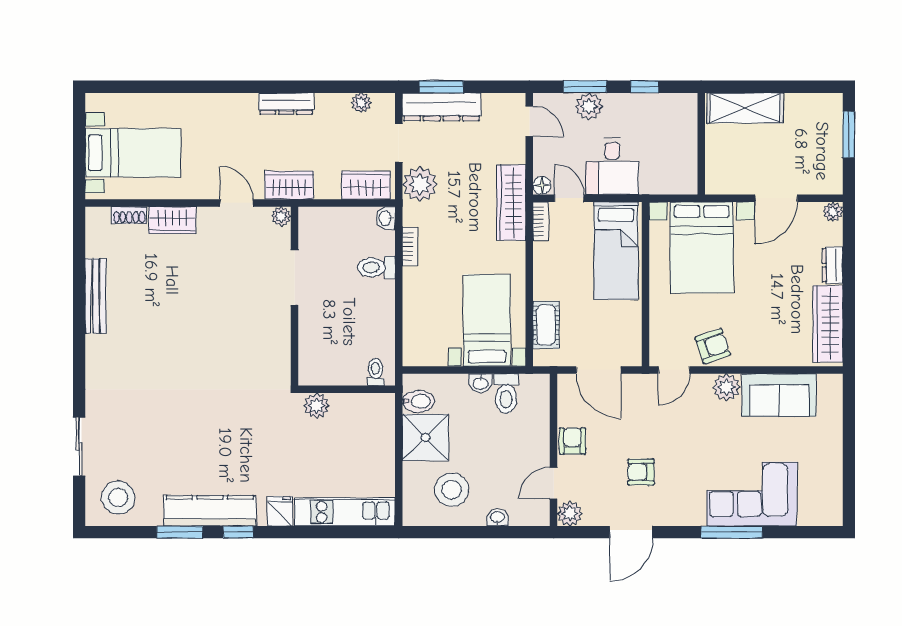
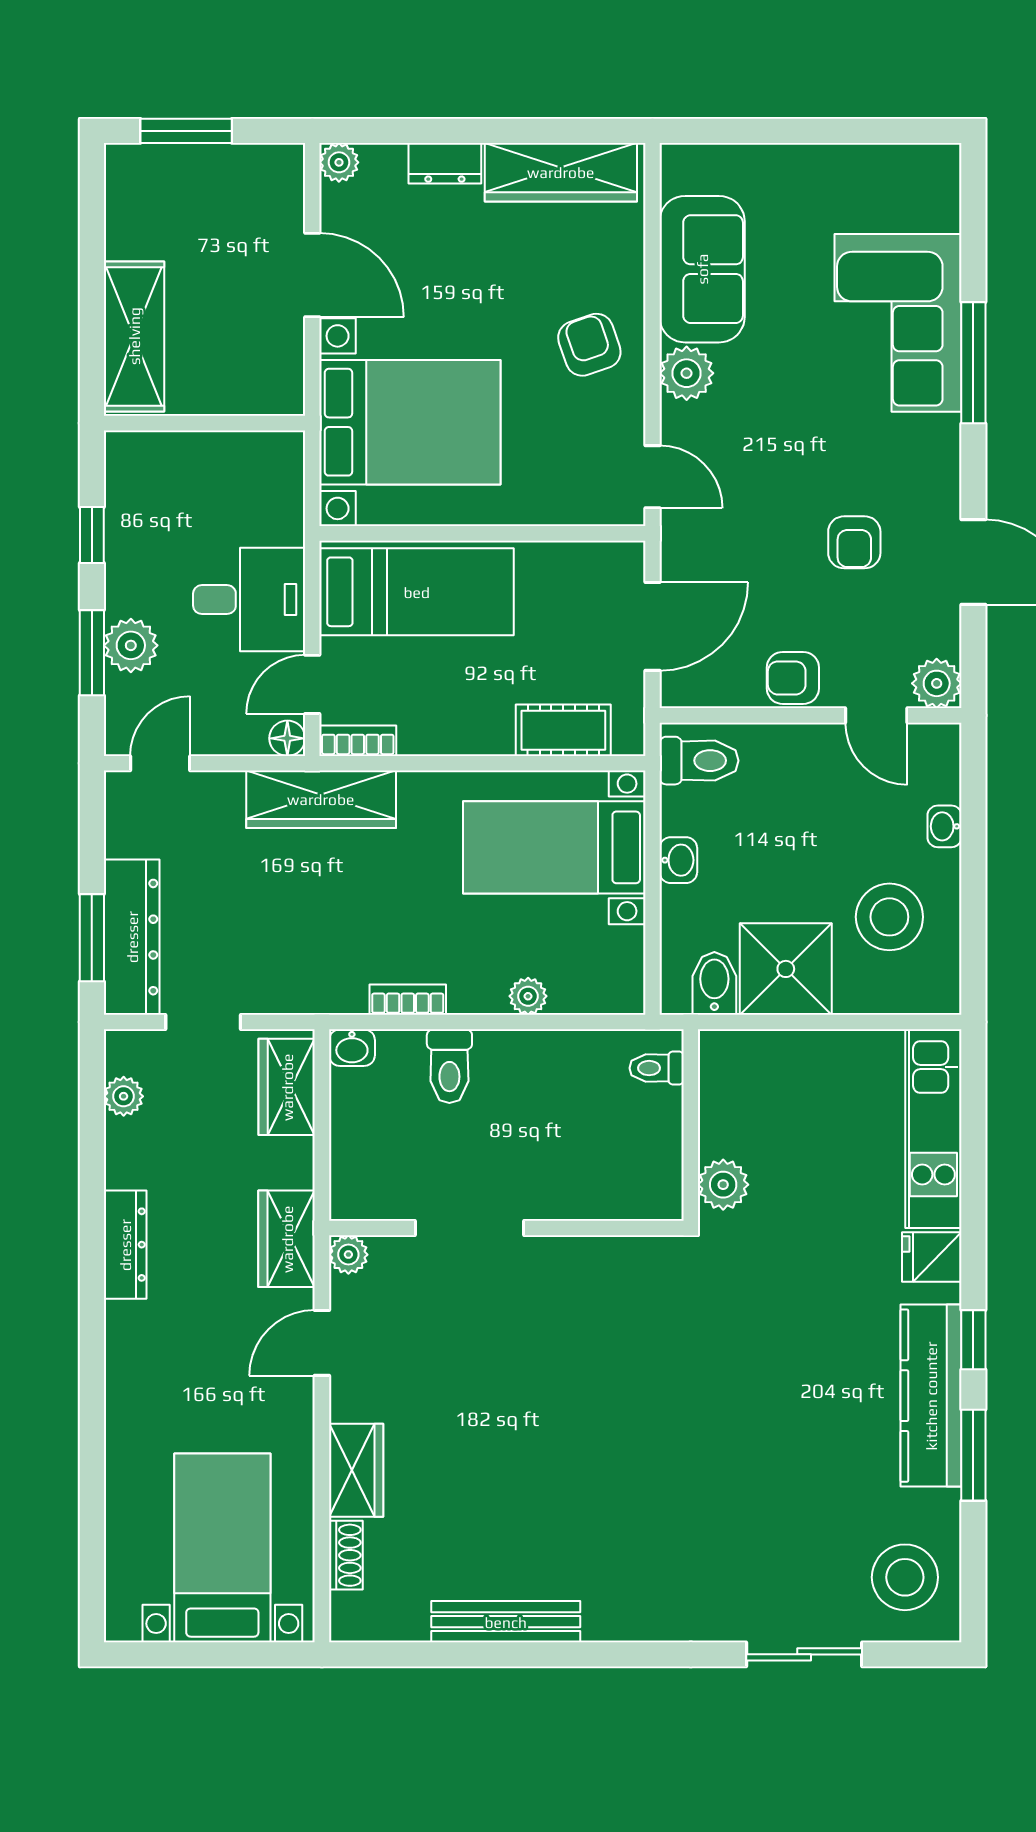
plant: (420, 184) -> (528, 996), moved, width x0.53, depth x0.53
armchair: (713, 346) -> (589, 345), moved
toilet: (506, 394) -> (699, 761), moved

